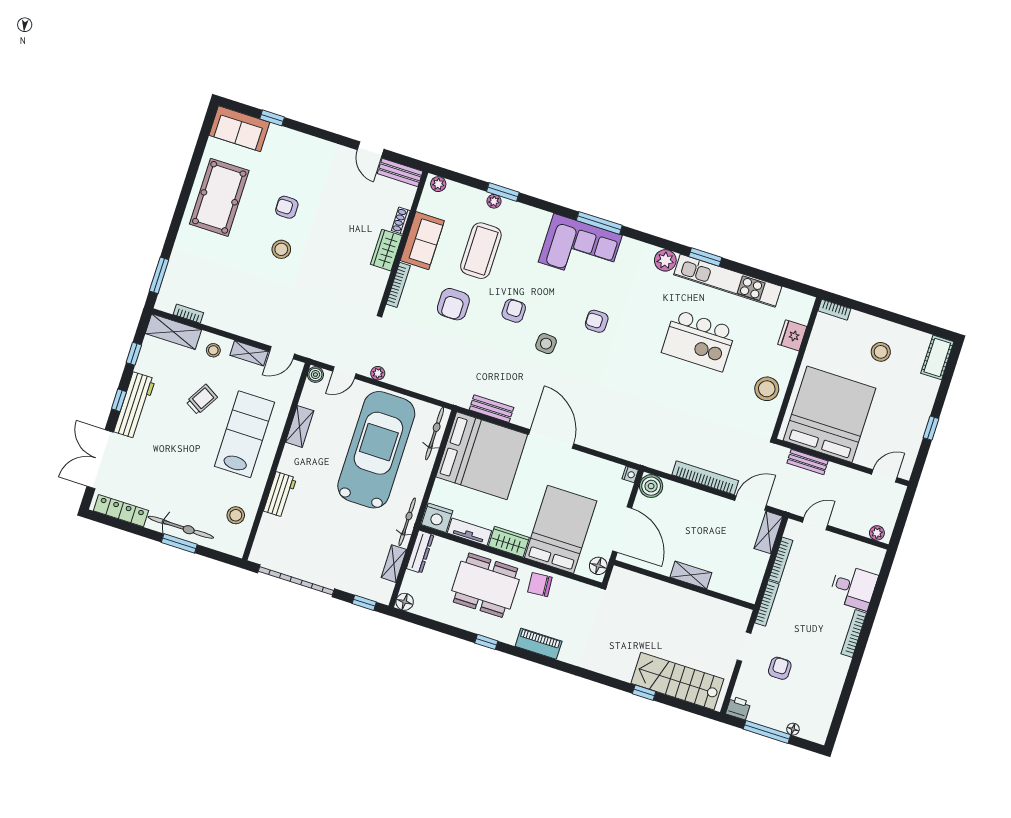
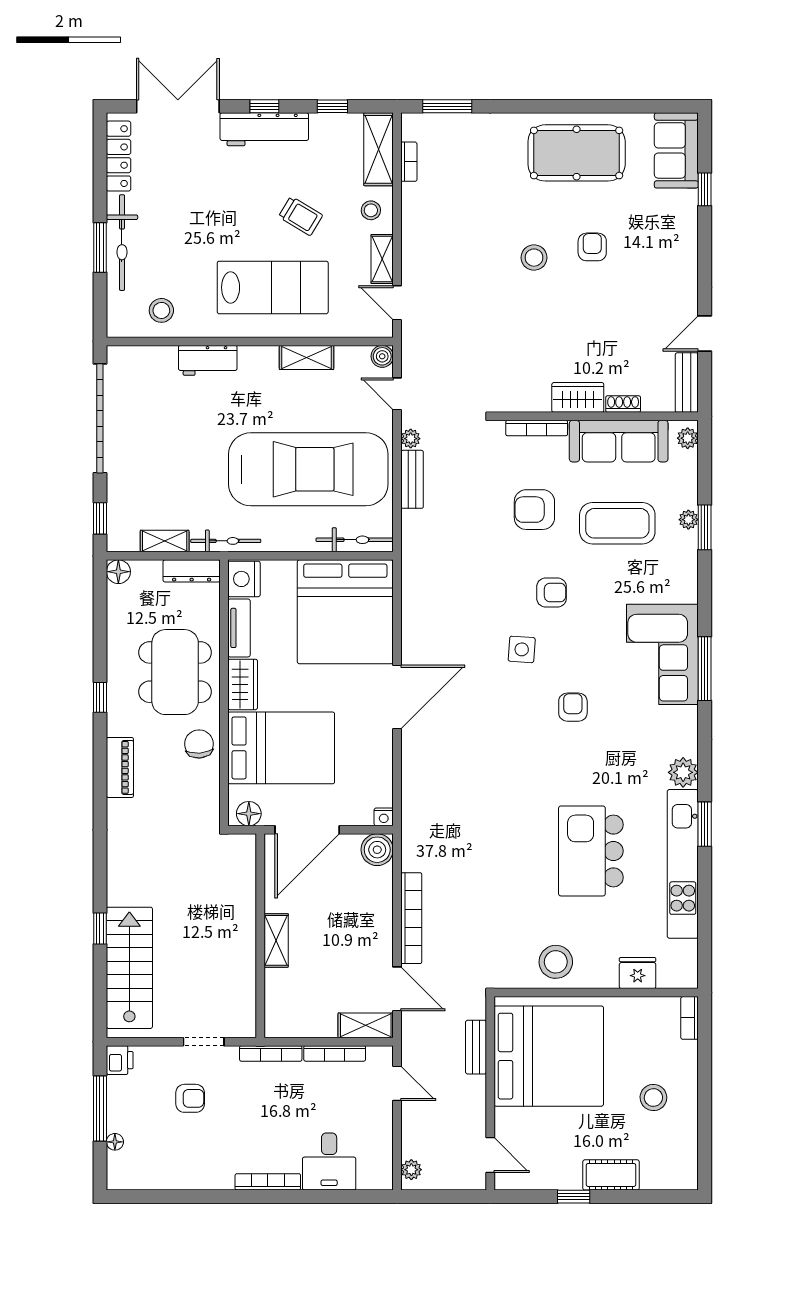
sofa: (422, 241) -> (619, 441), width x1.36
cot: (937, 357) -> (611, 1175), moved
bench: (491, 409) -> (412, 479), moved

